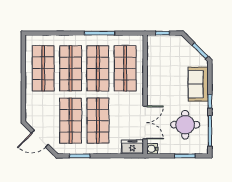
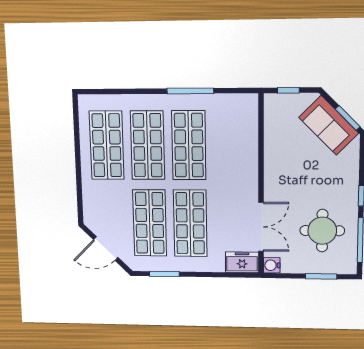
shop shelf: (125, 68) -> (230, 145), removed
sofa: (198, 84) -> (329, 125), moved, turned -45

